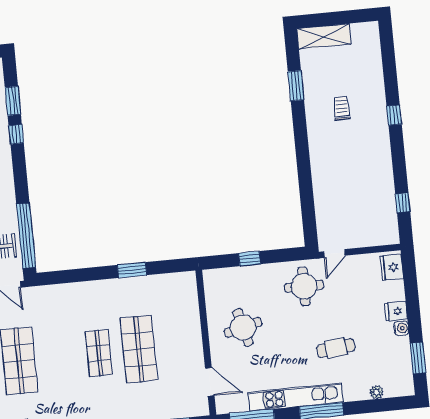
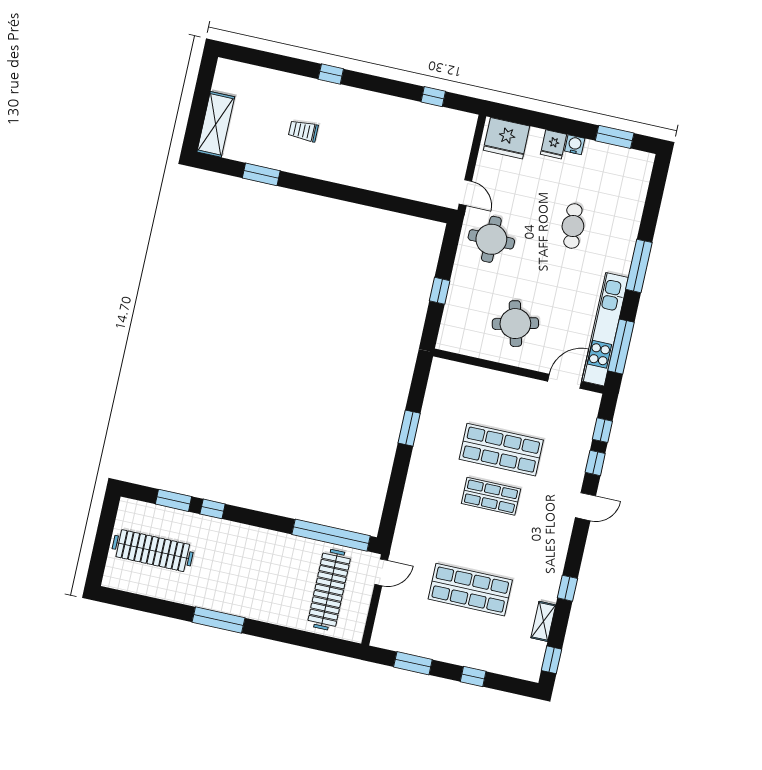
fridge: (392, 267) -> (506, 138), width x1.36, depth x1.34
plant: (377, 392) -> (638, 196), removed
kitchen unit: (296, 397) -> (605, 329), moved

